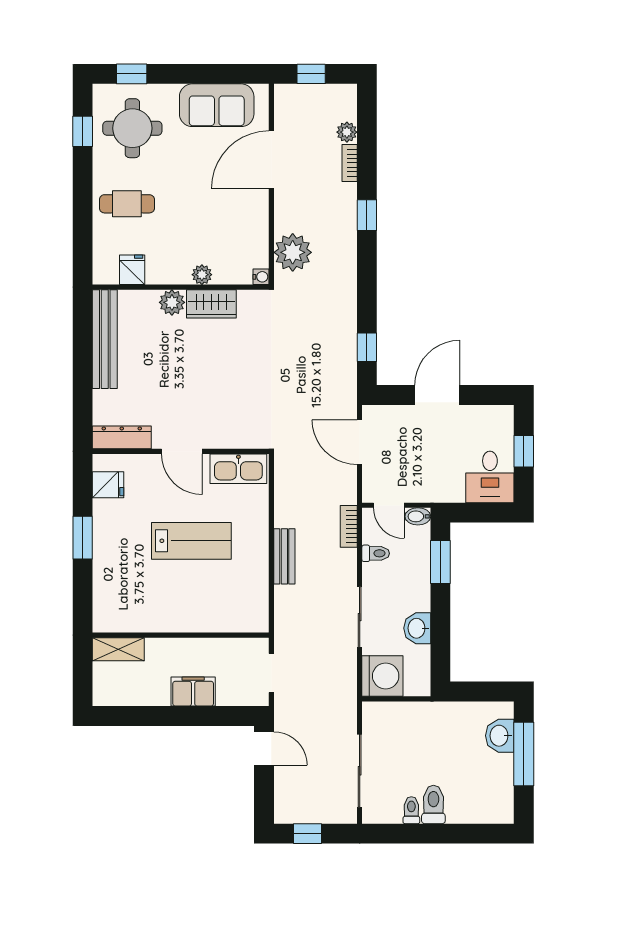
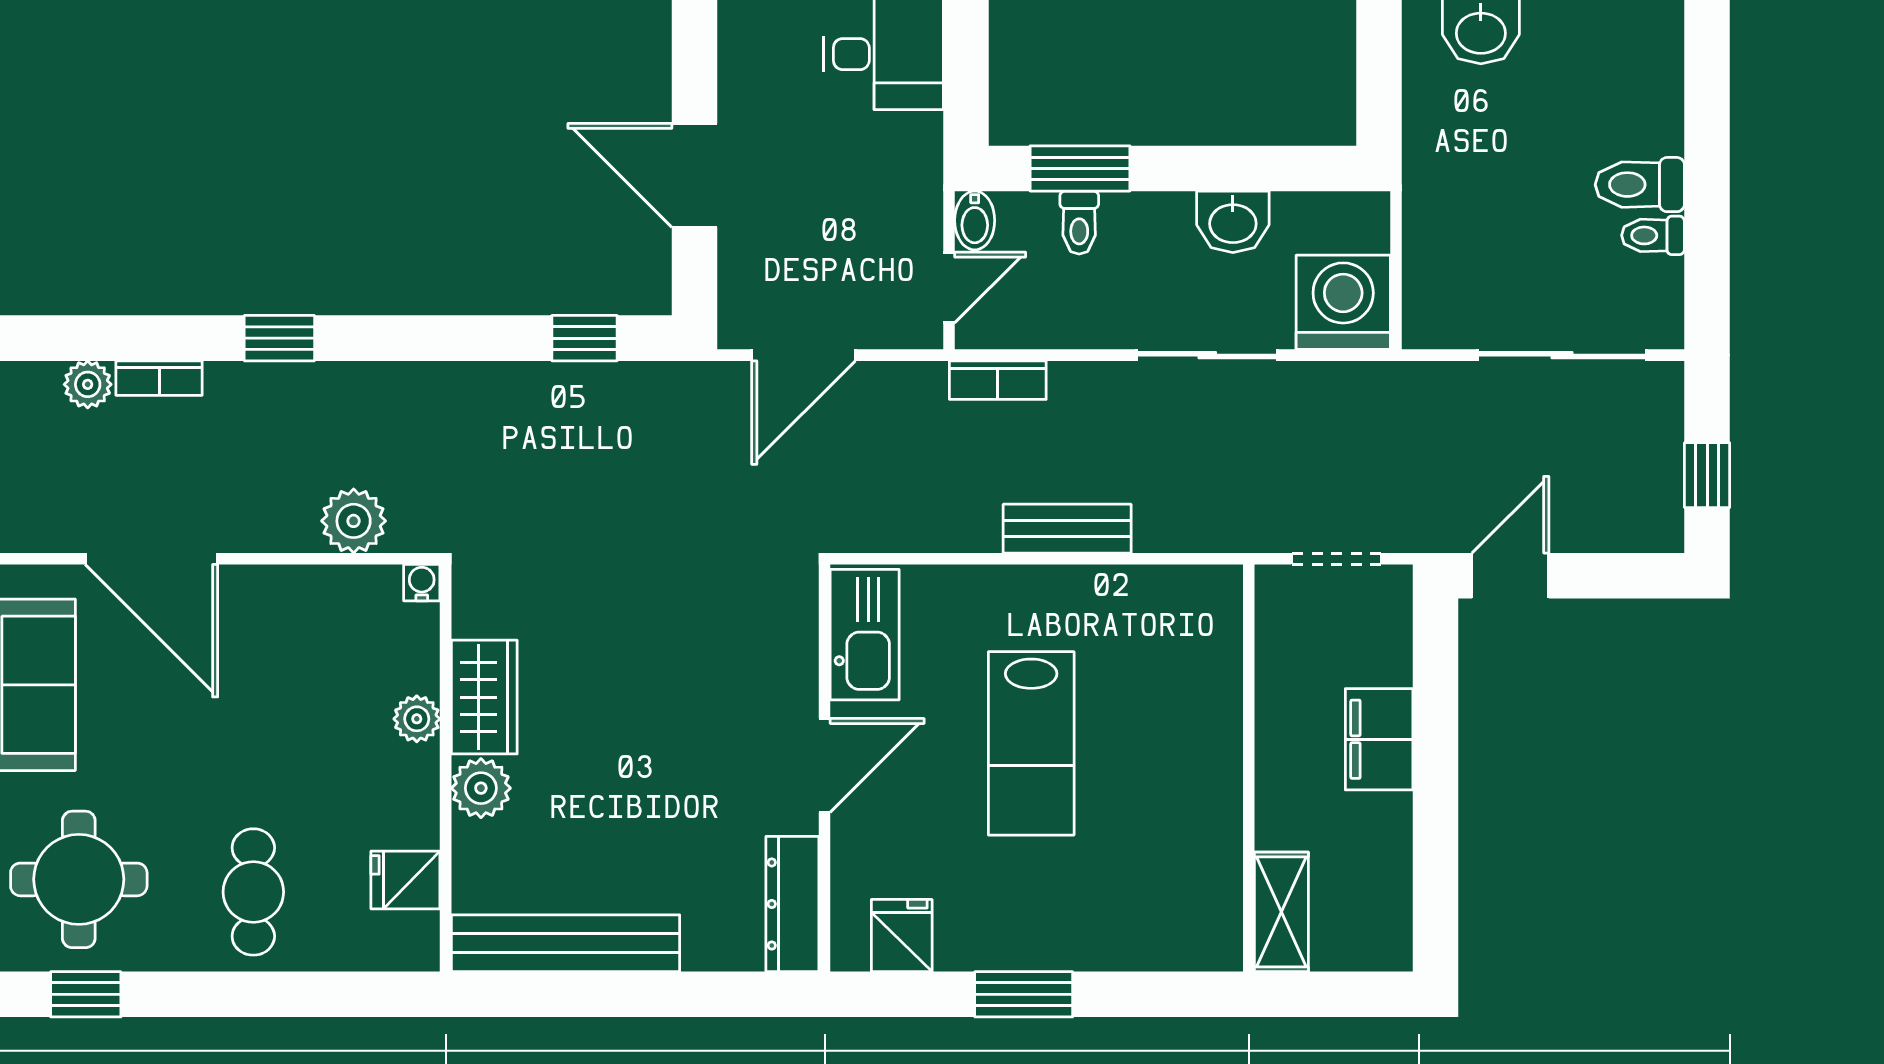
plant: (293, 252) -> (354, 521), width x0.73, depth x0.73
lab bench: (191, 541) -> (1031, 743), turned 180
toilet: (376, 553) -> (1079, 223), moved, turned 180

